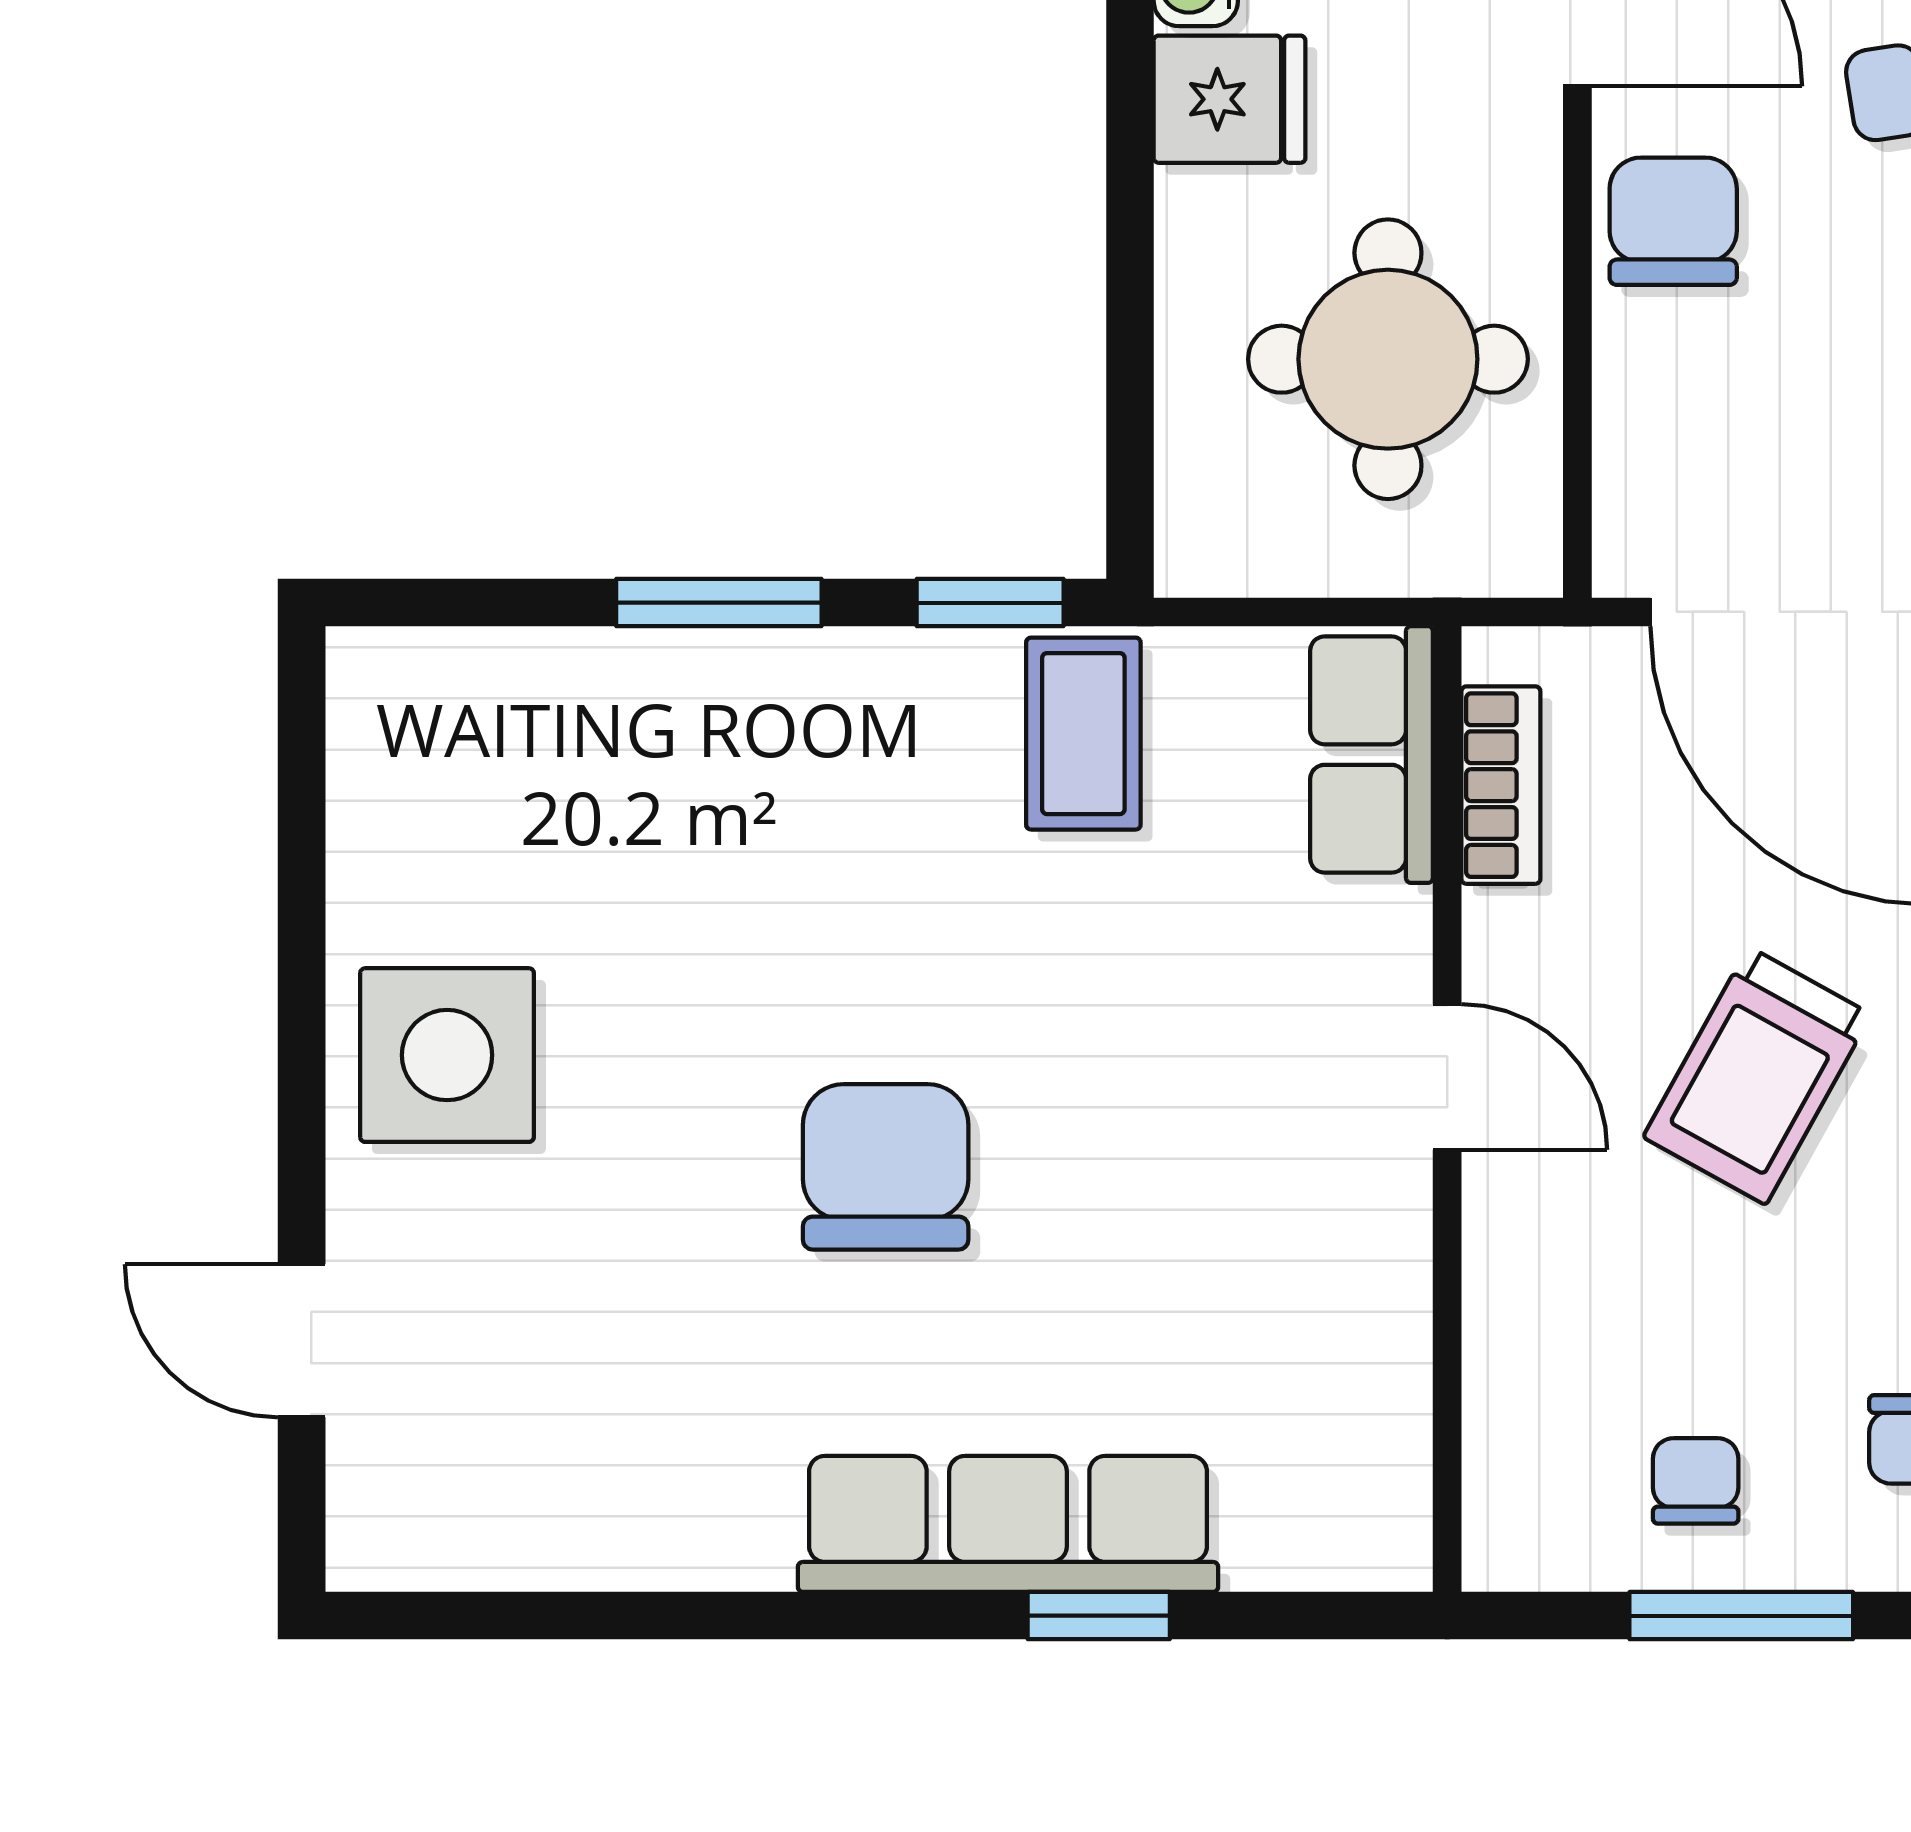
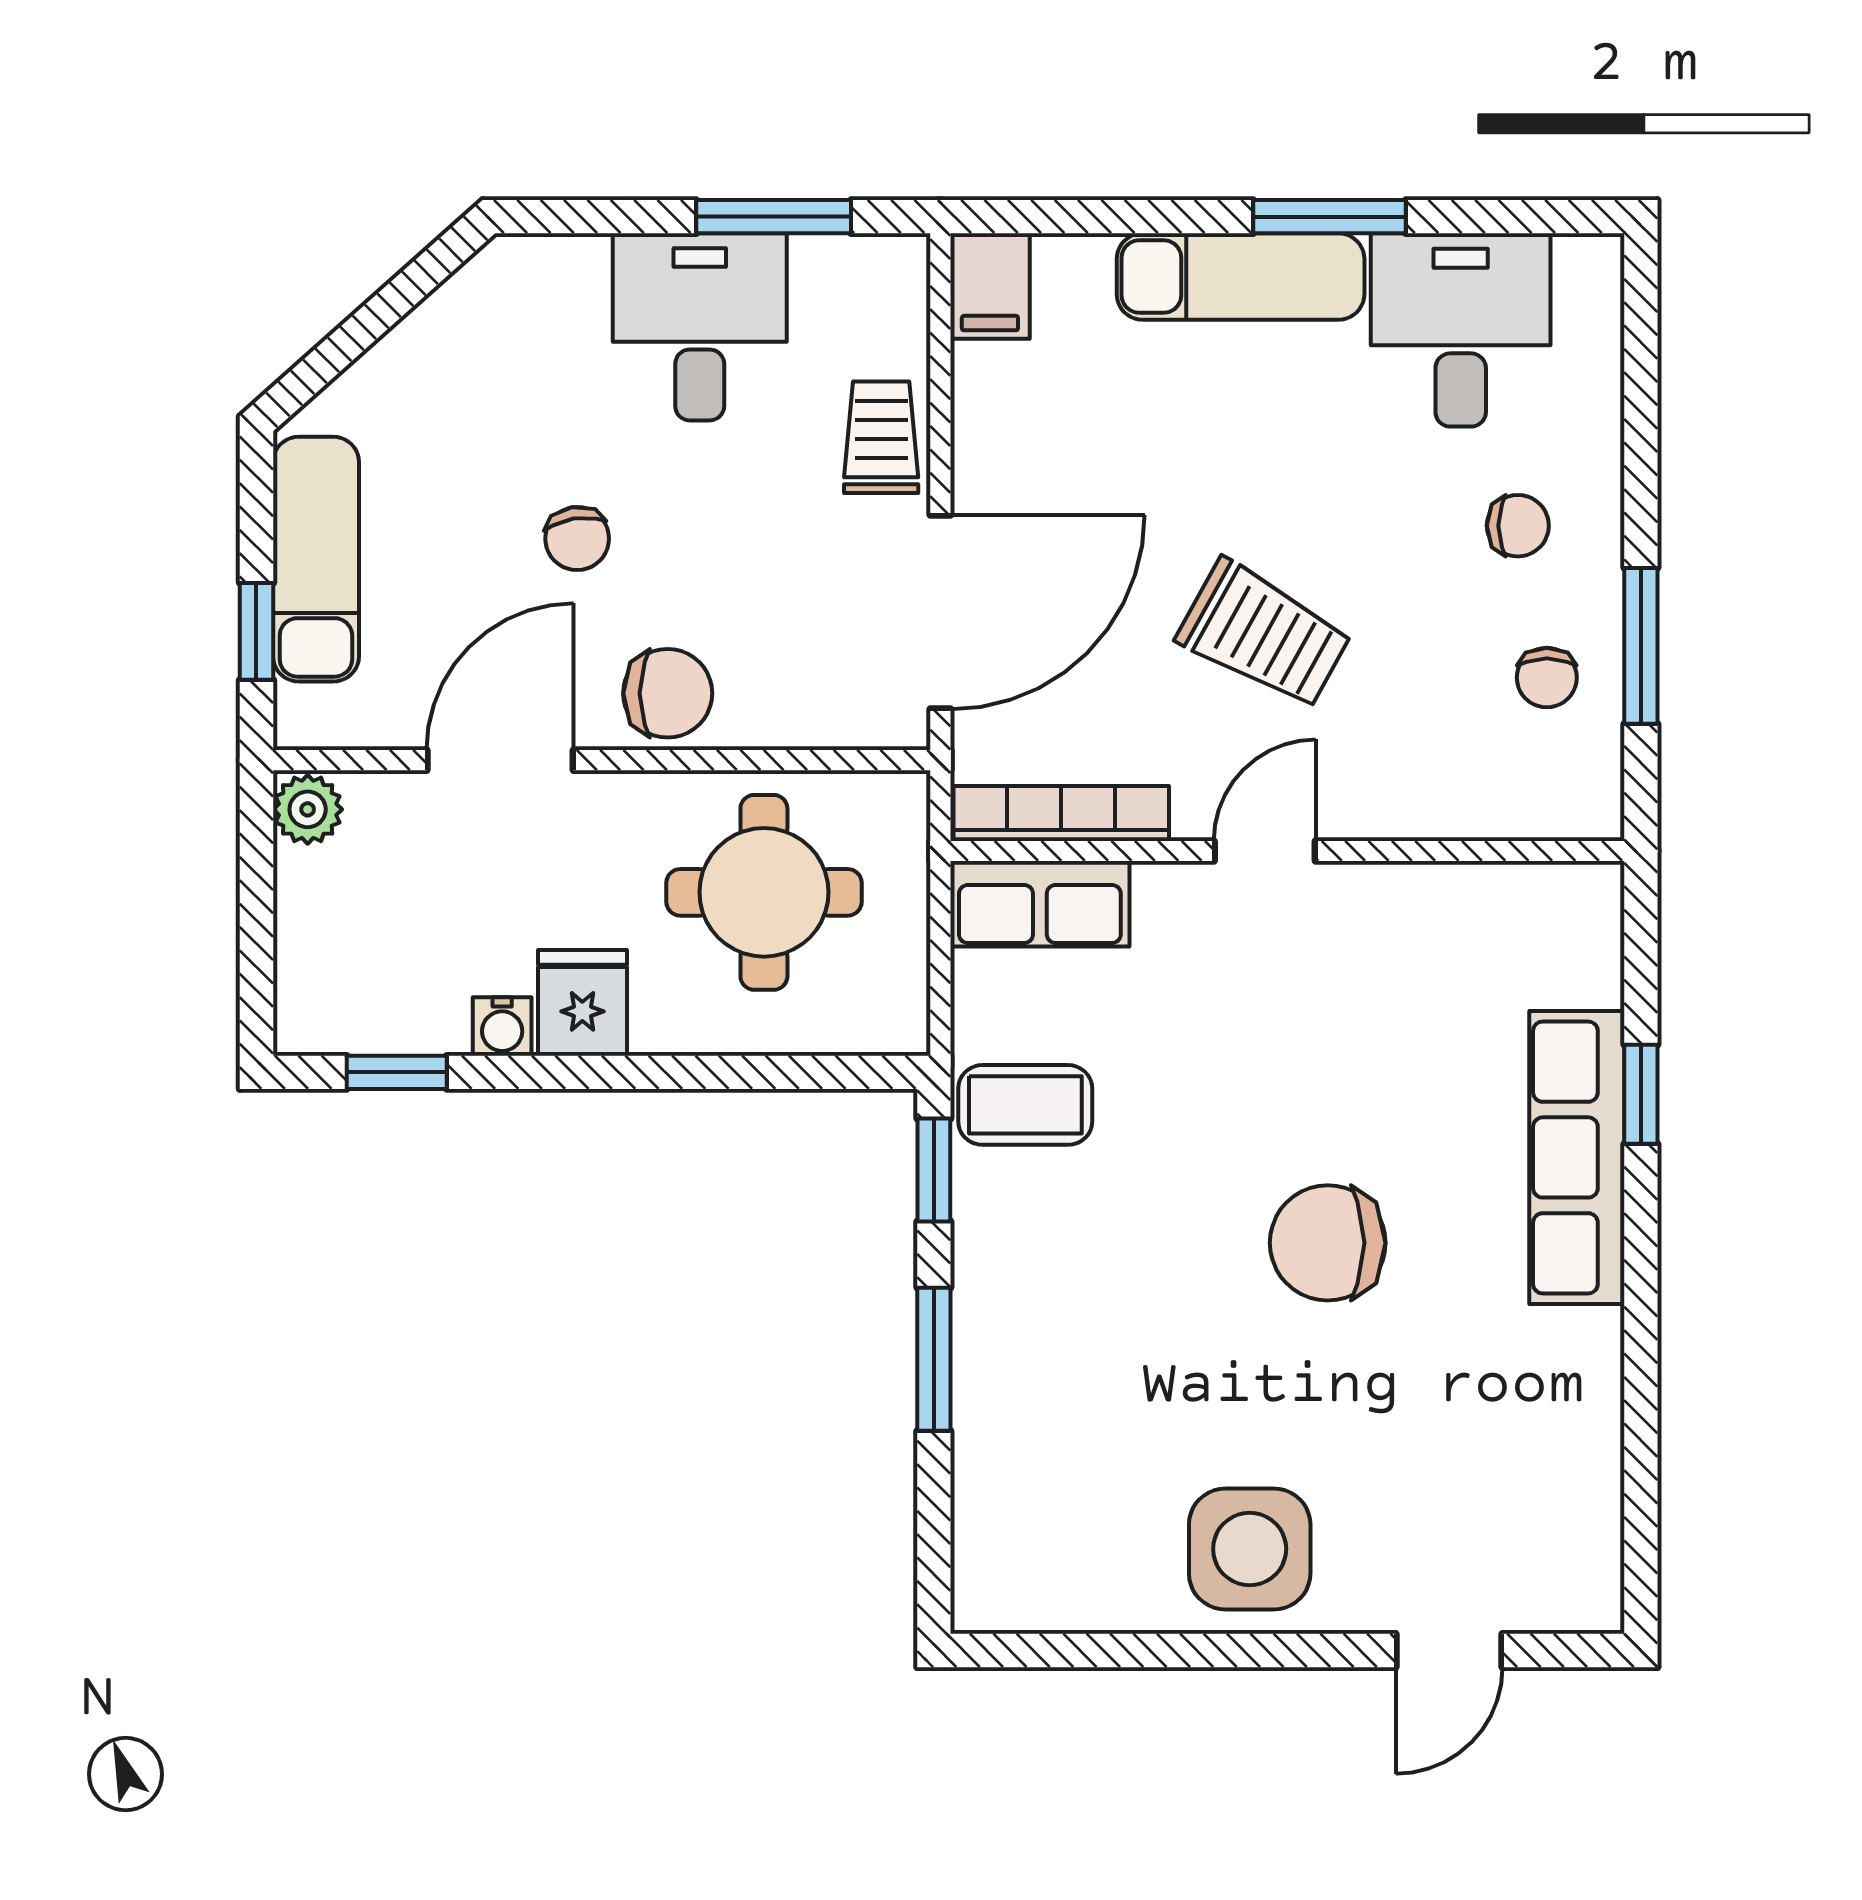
chair: (1673, 221) -> (668, 693), turned 180
bookcase: (1501, 785) -> (1061, 814), width x1.56
chair: (1696, 1481) -> (1547, 678), turned -90

